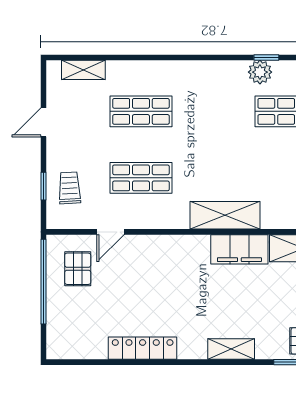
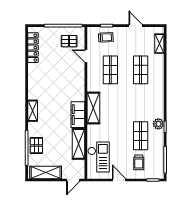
locker: (143, 348) -> (33, 48), moved

